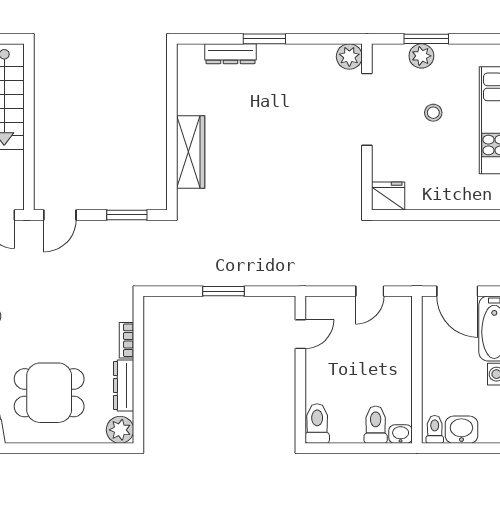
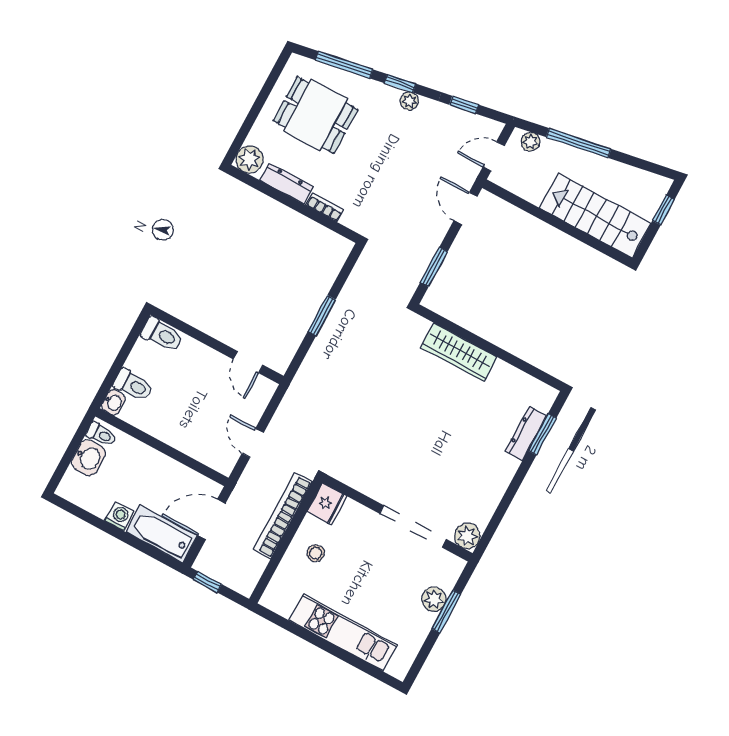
window: (264, 39) -> (542, 434), moved
stool: (433, 113) -> (316, 553), moved
bookcase: (420, 230) -> (283, 516), added
dining table: (49, 393) -> (315, 115), turned 90

